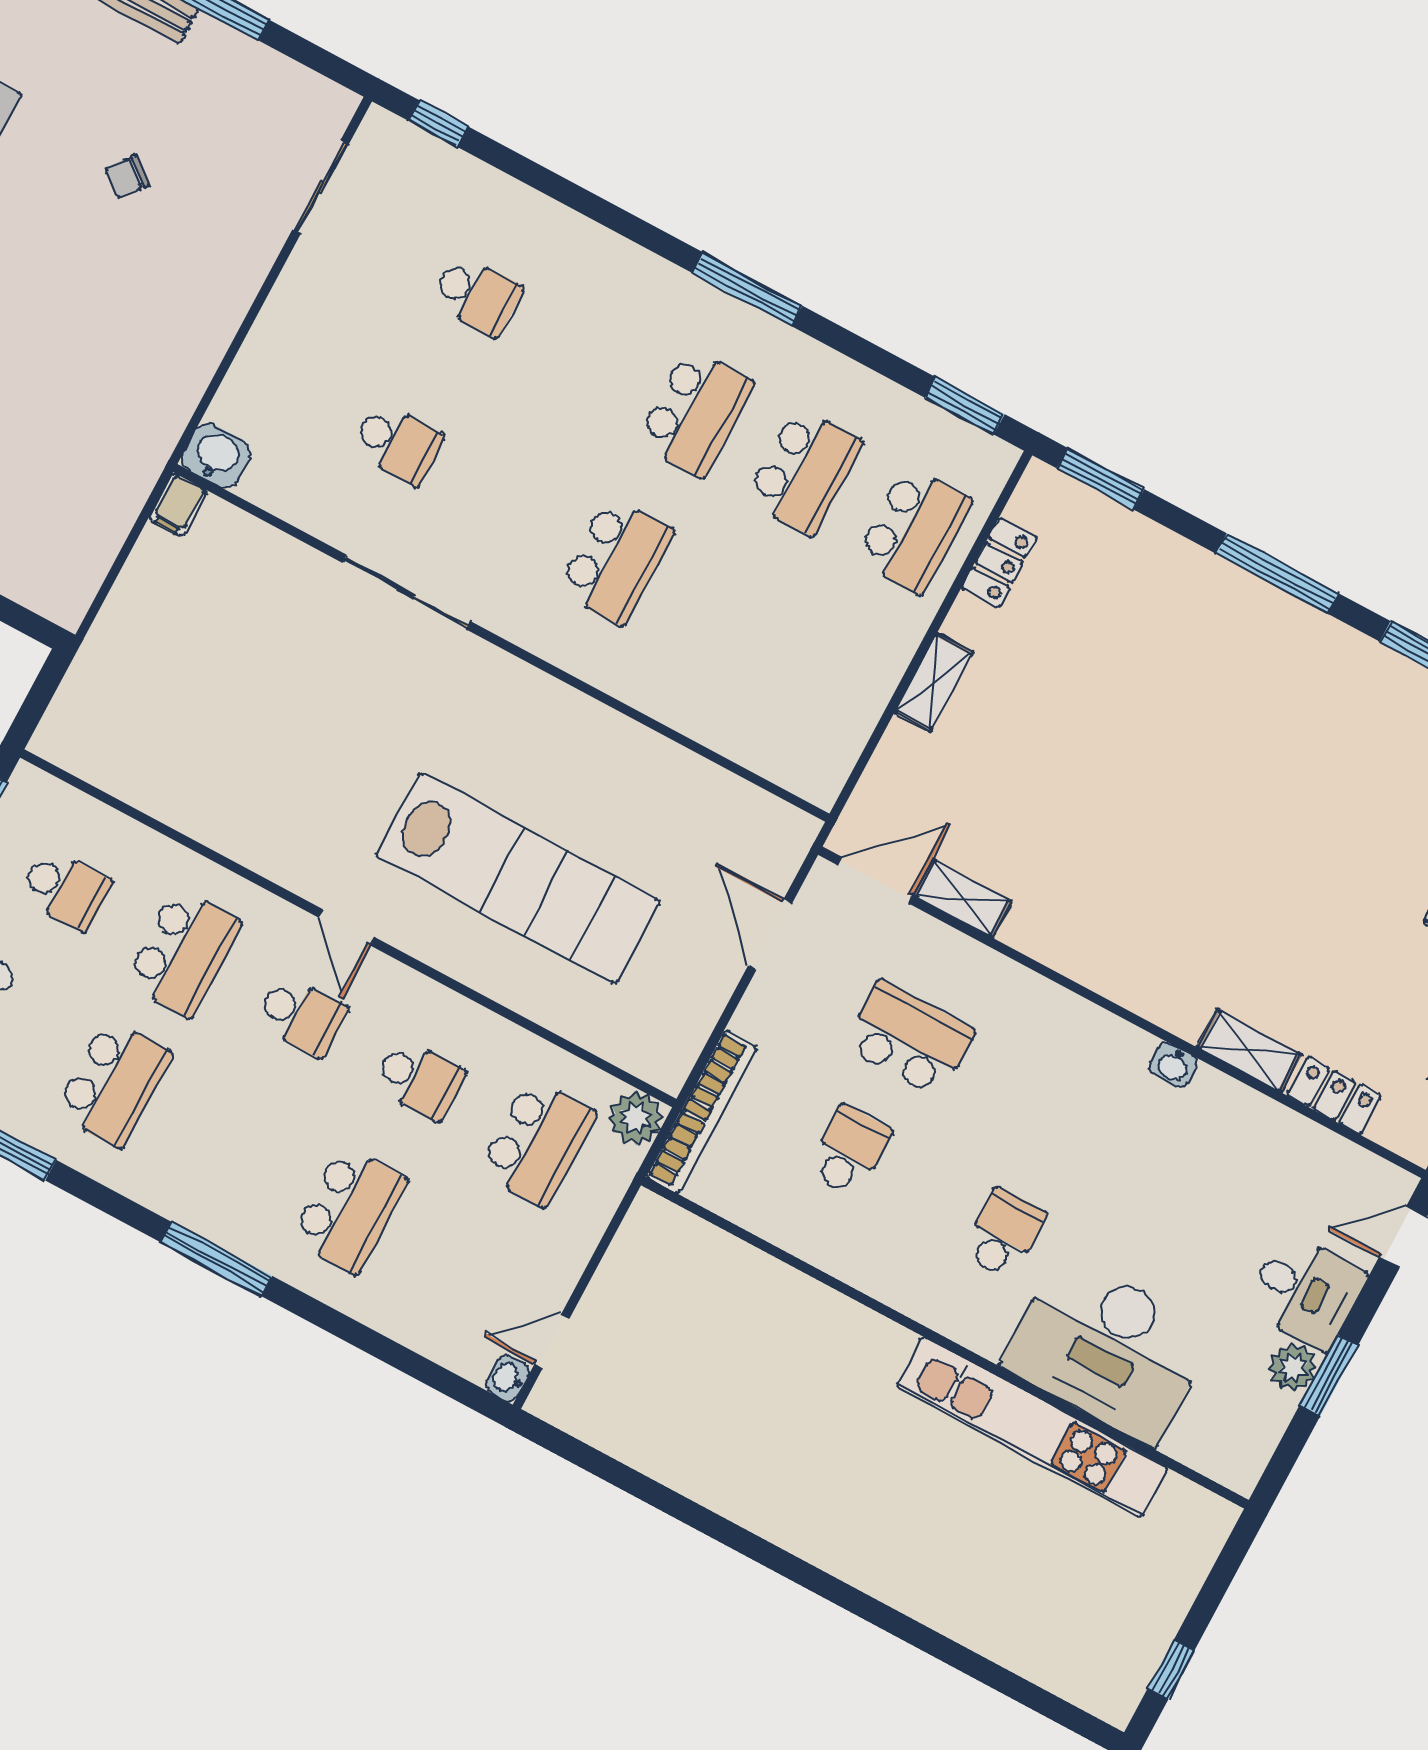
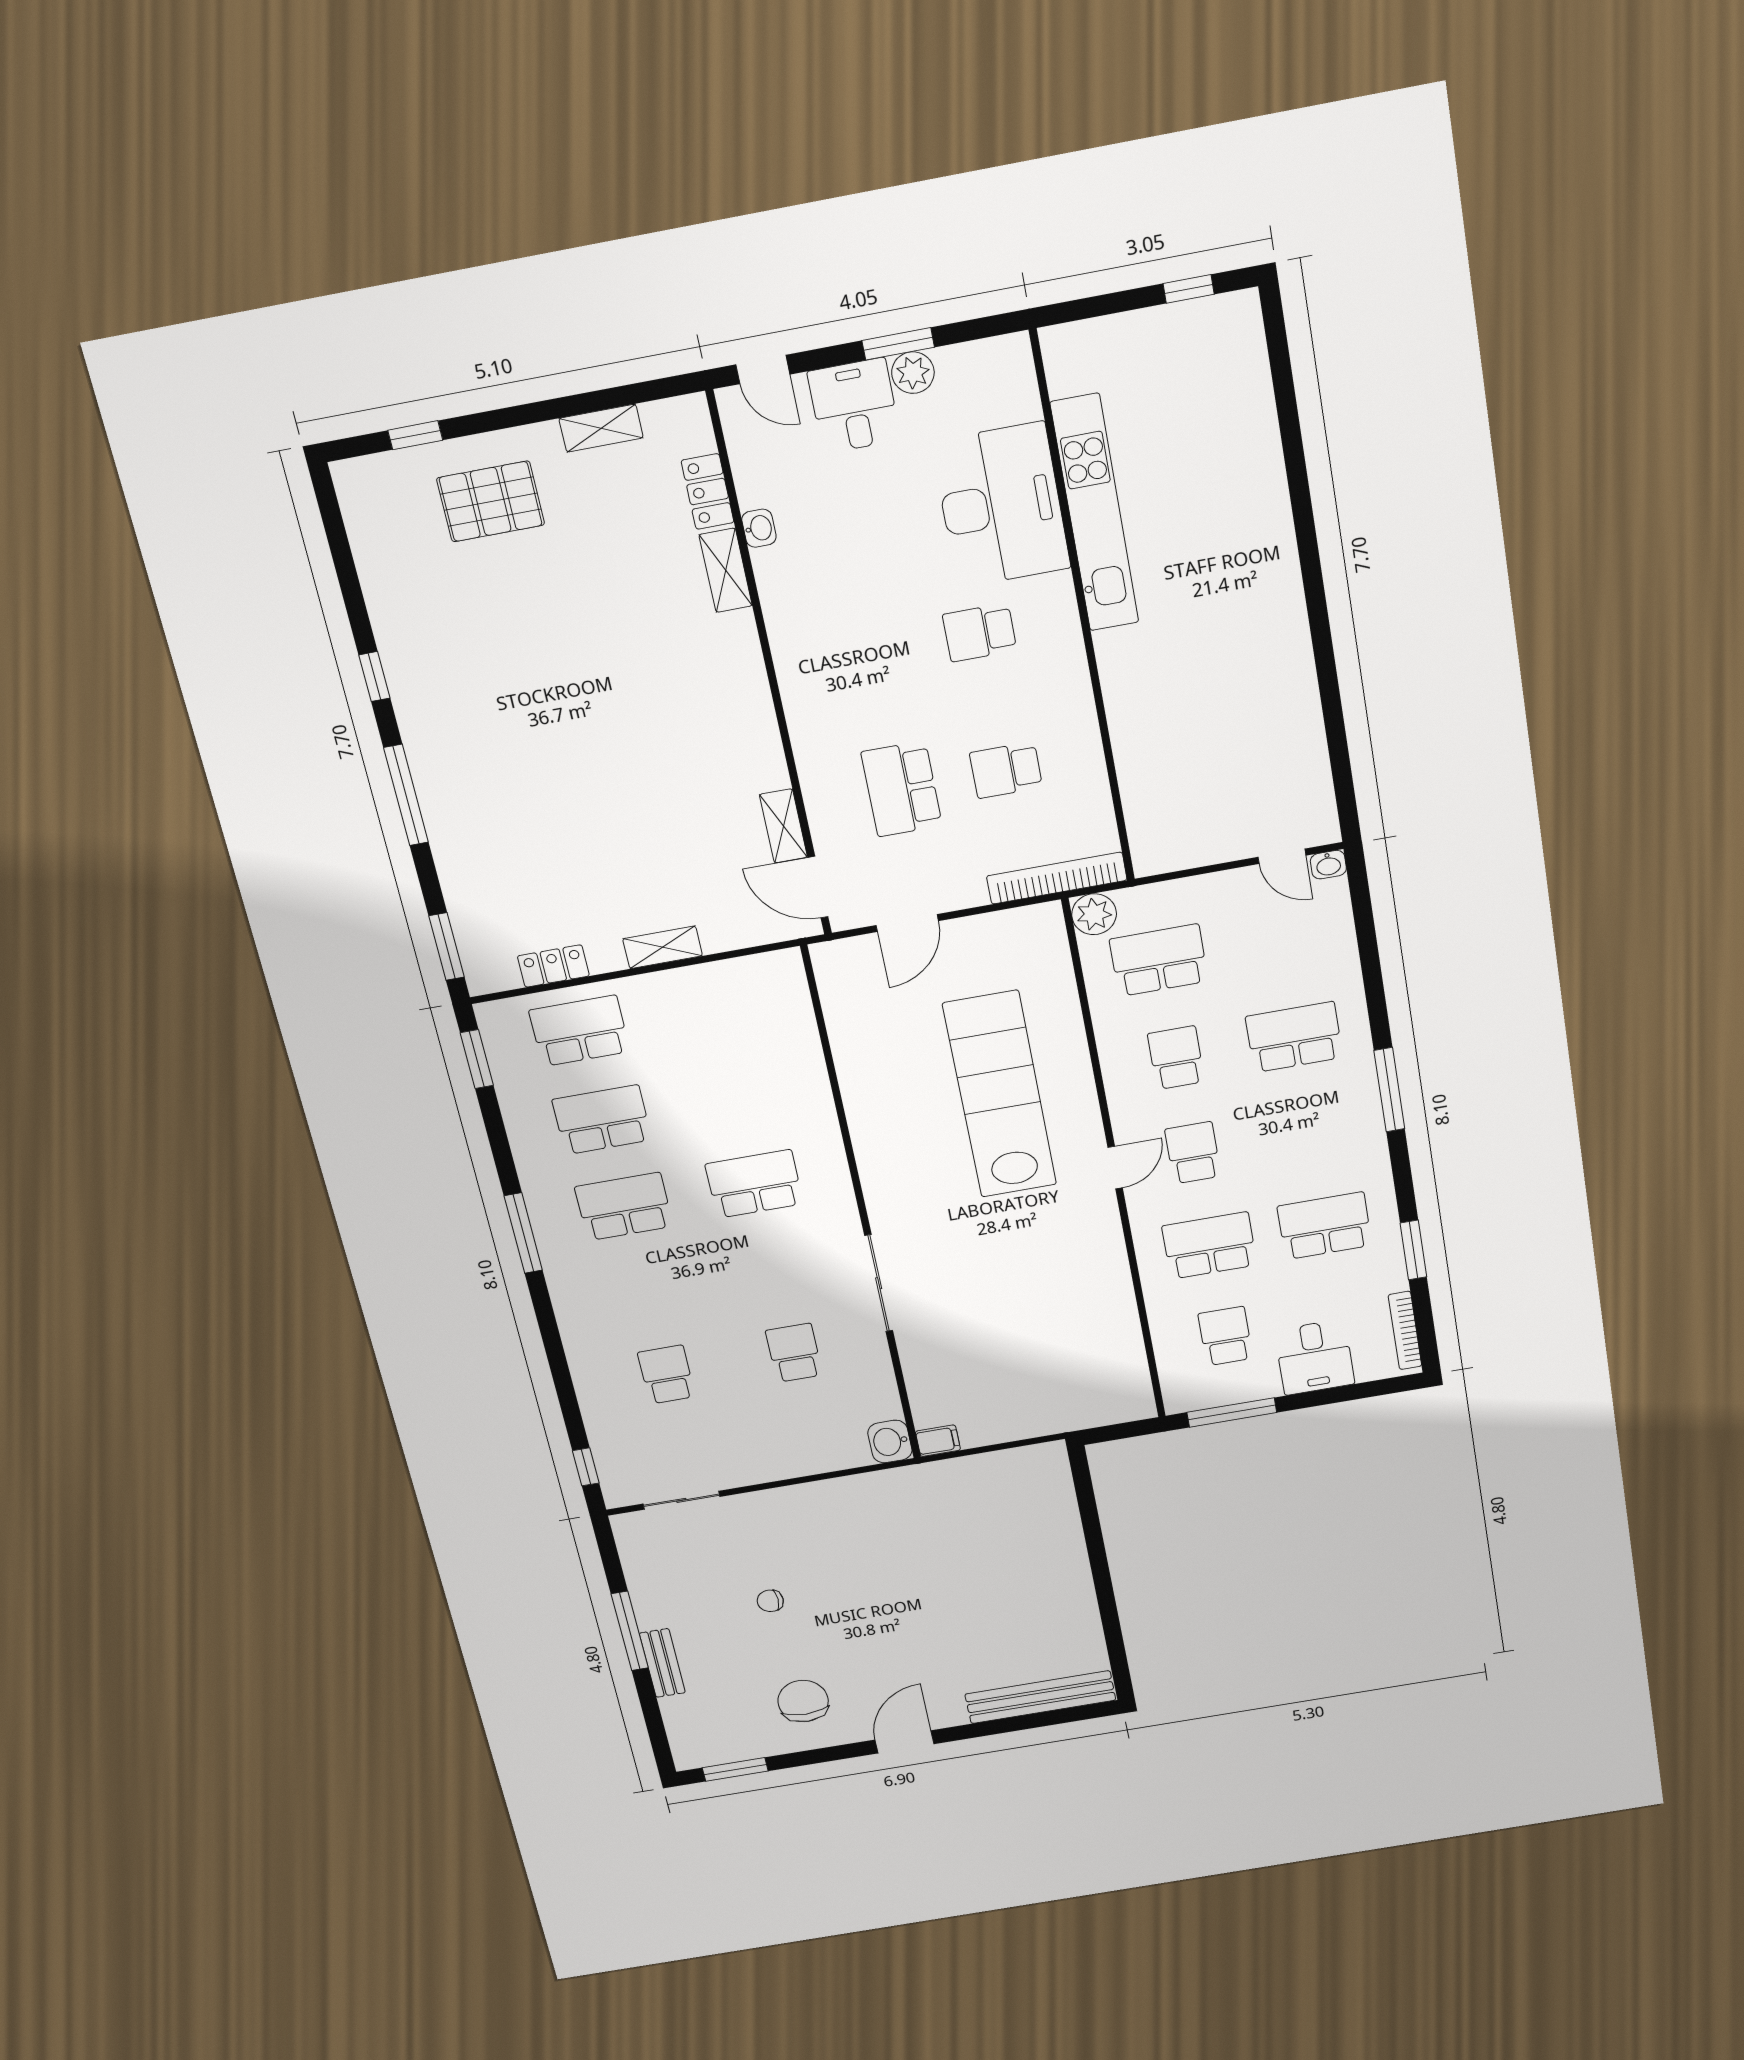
chair: (127, 177) -> (770, 1601), turned 142
washbasin: (1173, 1065) -> (759, 528), moved

